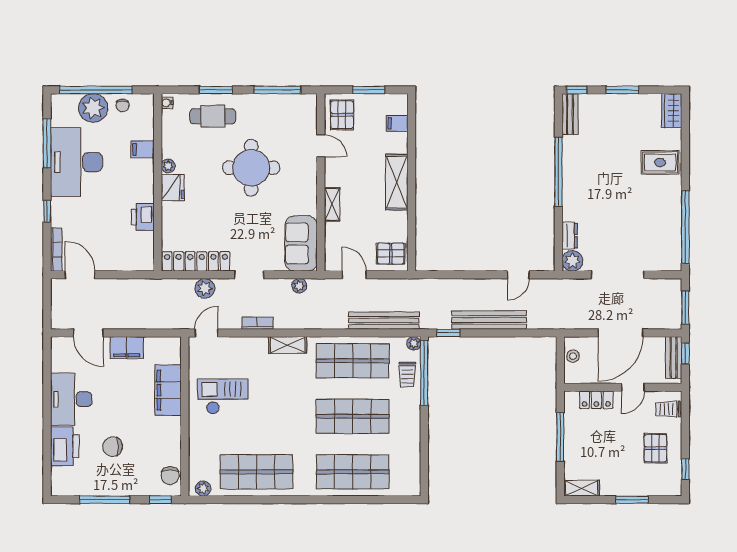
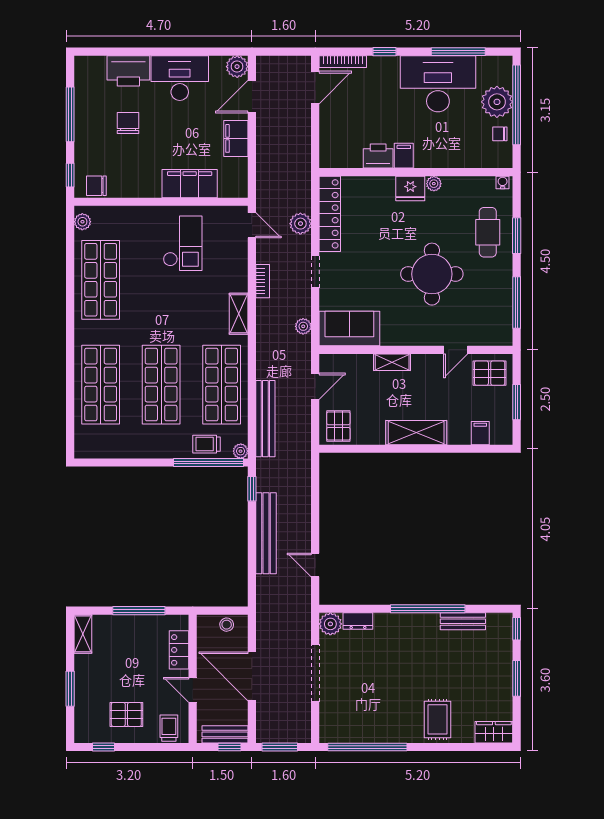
bench: (570, 114) -> (463, 621), moved
filing cabinet: (143, 149) -> (404, 156), moved
plant: (61, 347) -> (237, 67), added

